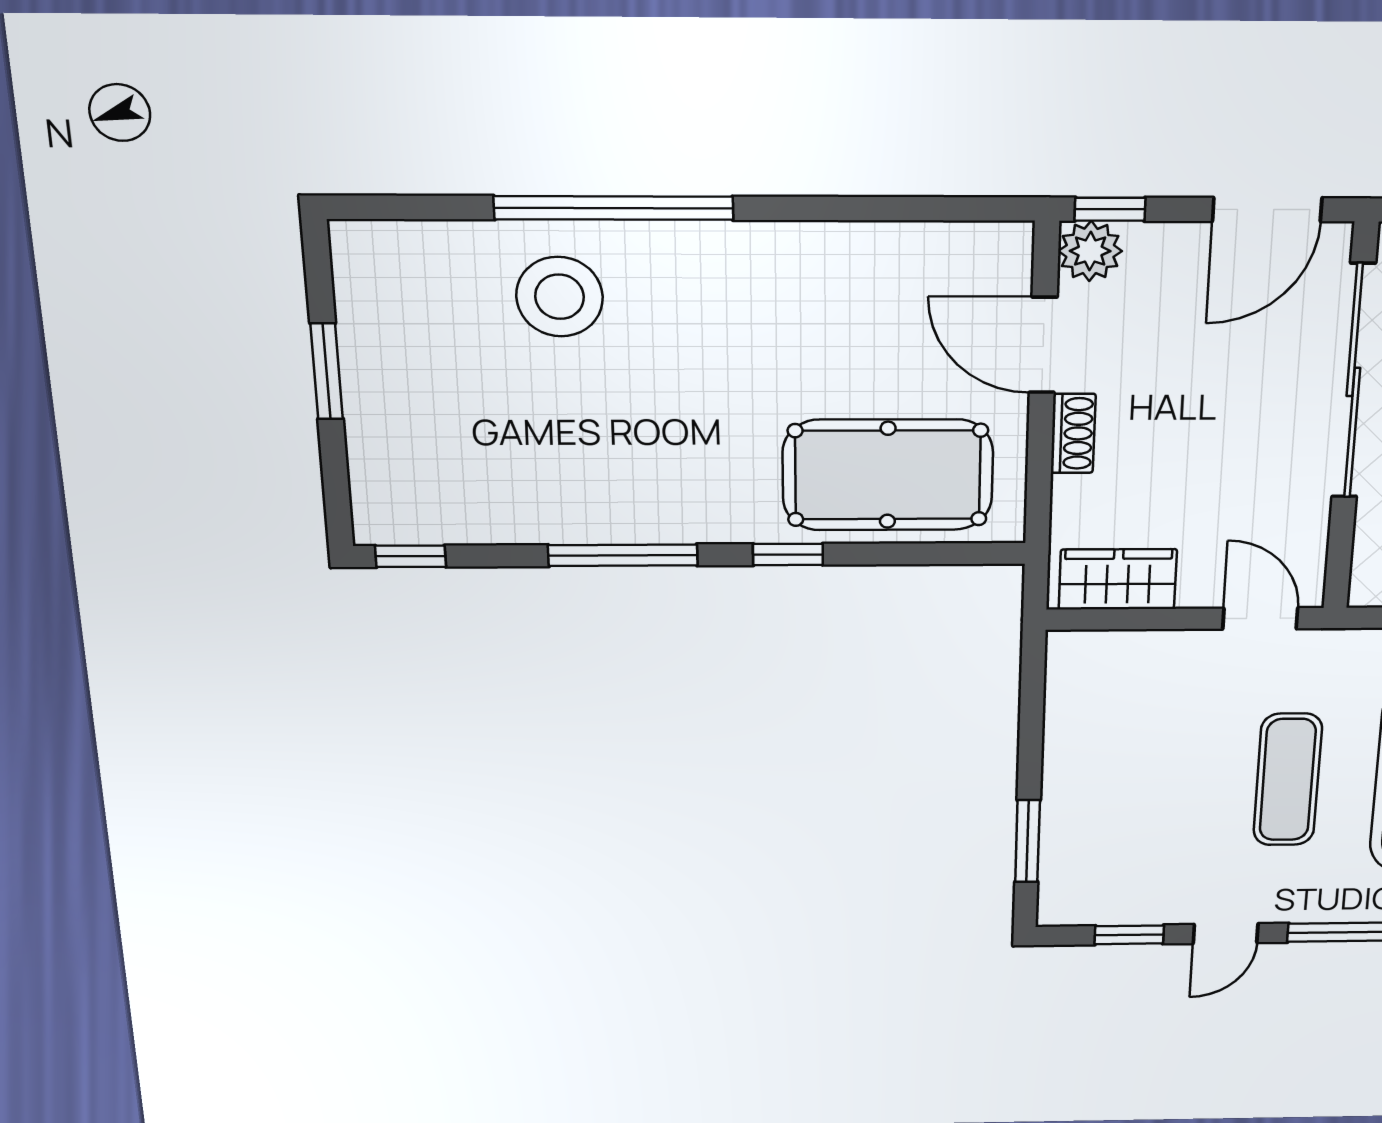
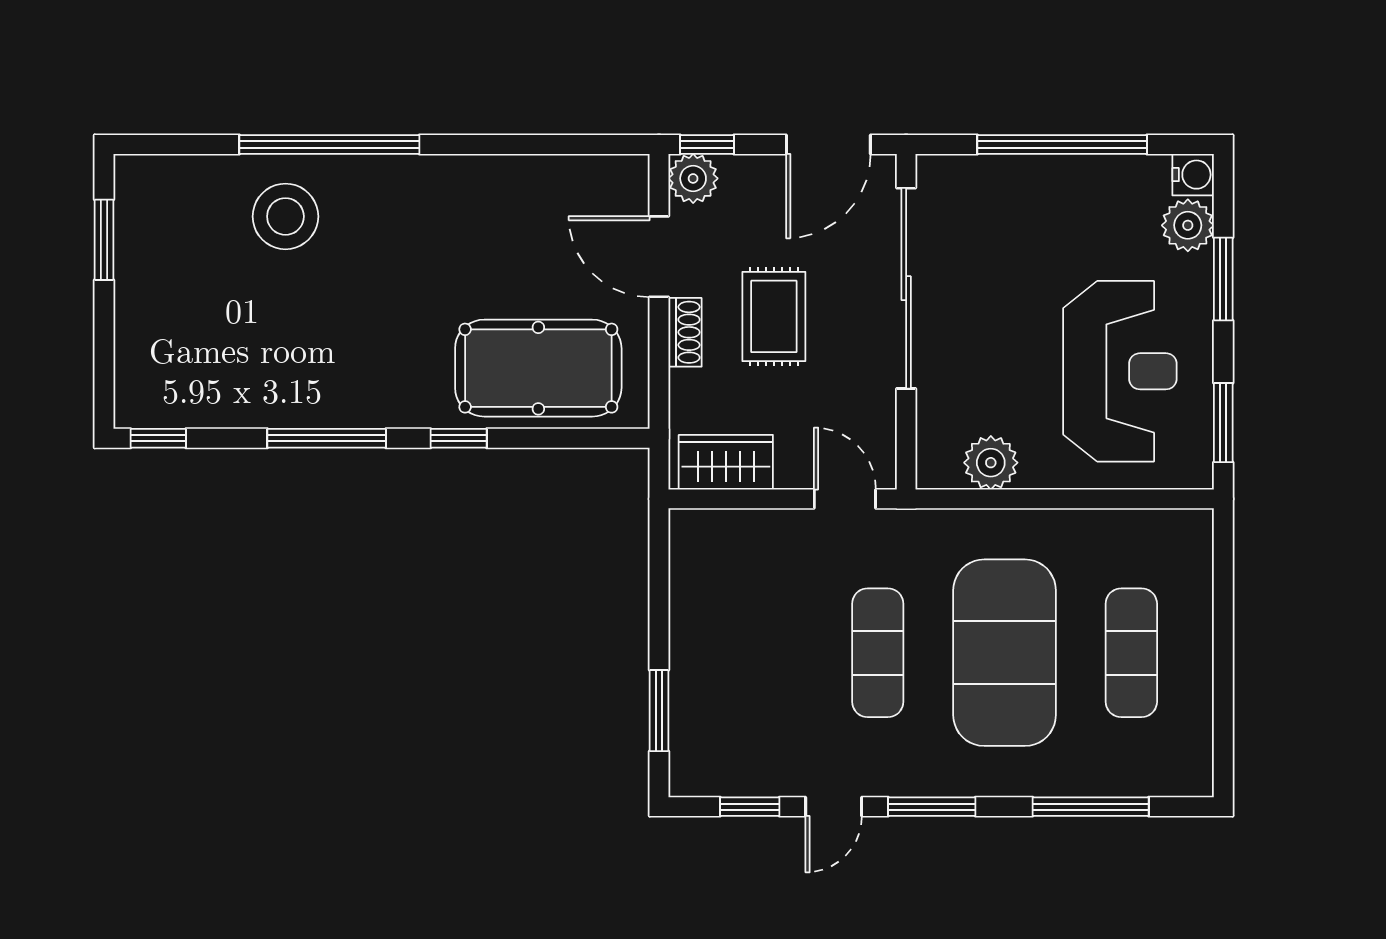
window: (327, 371) -> (104, 240), moved
rug: (1185, 415) -> (774, 316), added

